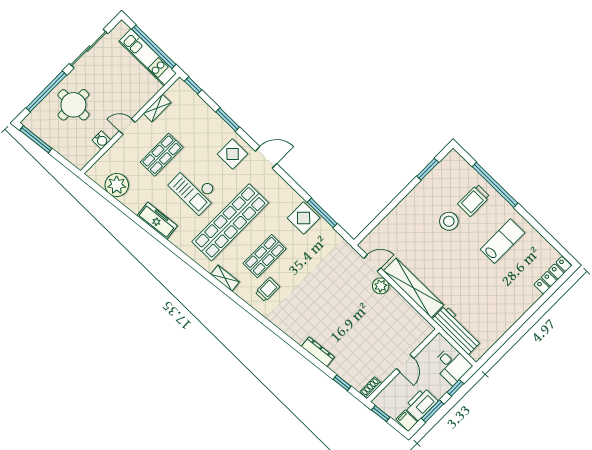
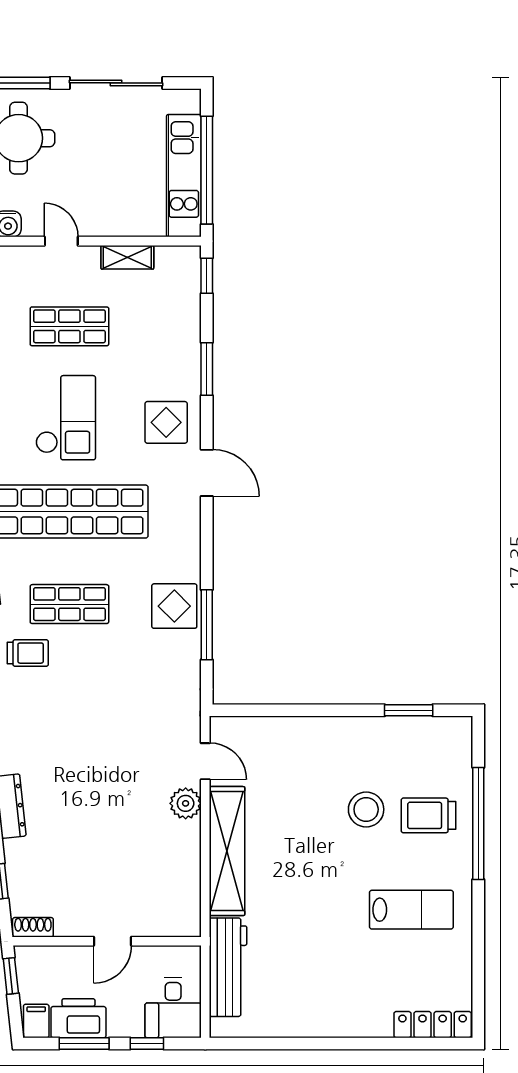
checkout: (194, 189) -> (66, 418), turned 180

